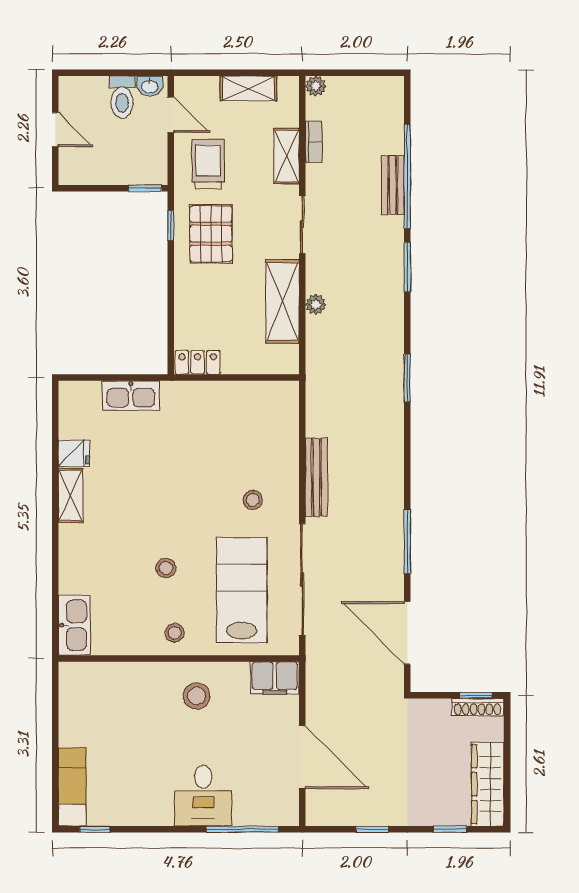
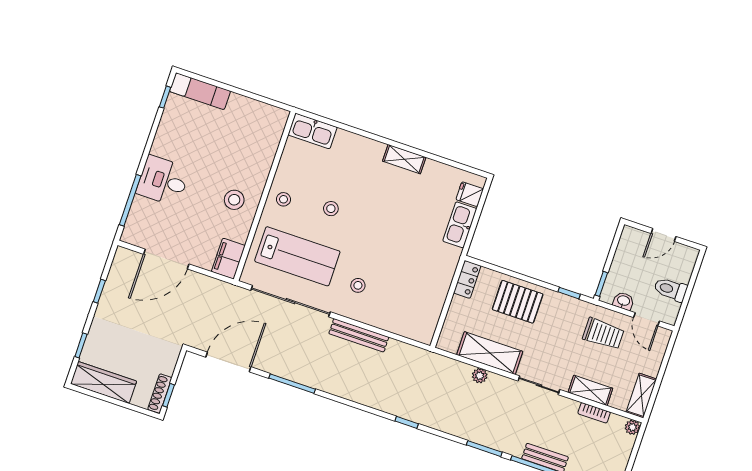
washbasin: (150, 86) -> (623, 301), moved, turned 90
shelving: (248, 88) -> (641, 396), moved
door: (171, 115) -> (647, 319), hinge flipped
pallet: (211, 234) -> (518, 302), moved
window: (407, 378) -> (407, 422), width x0.67
fridge: (74, 453) -> (470, 194), moved, turned 90

